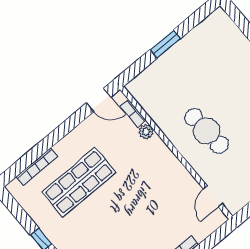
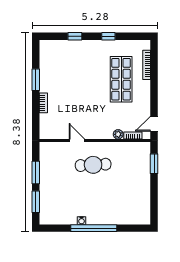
window: (165, 44) -> (154, 164), moved
door: (213, 196) -> (77, 140), moved

